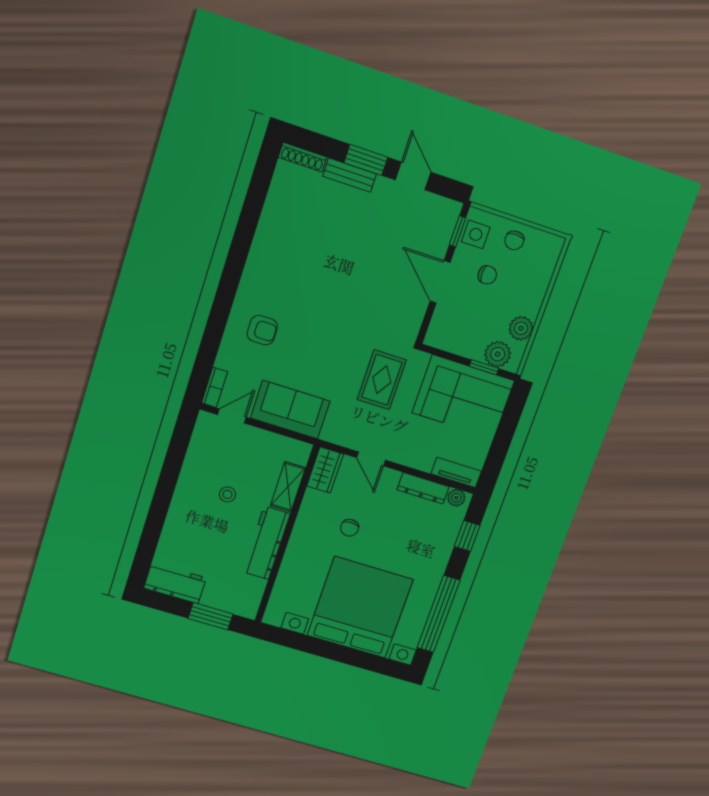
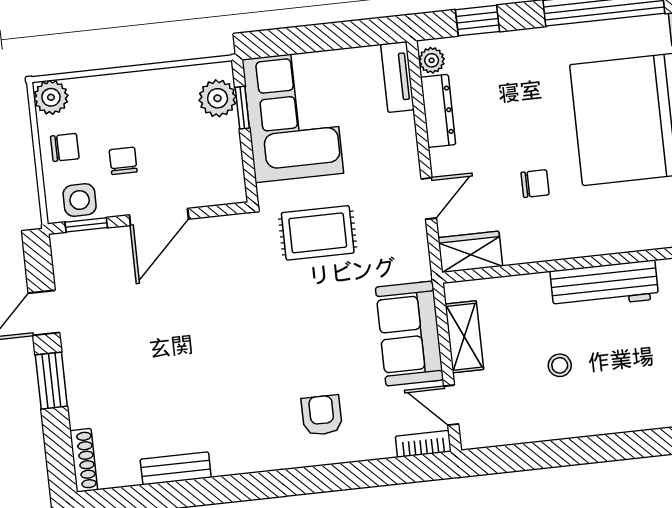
bench: (350, 175) -> (176, 468), moved, turned 90
plant: (521, 328) -> (51, 97), moved
shelving: (288, 487) -> (464, 337), moved, turned 90

